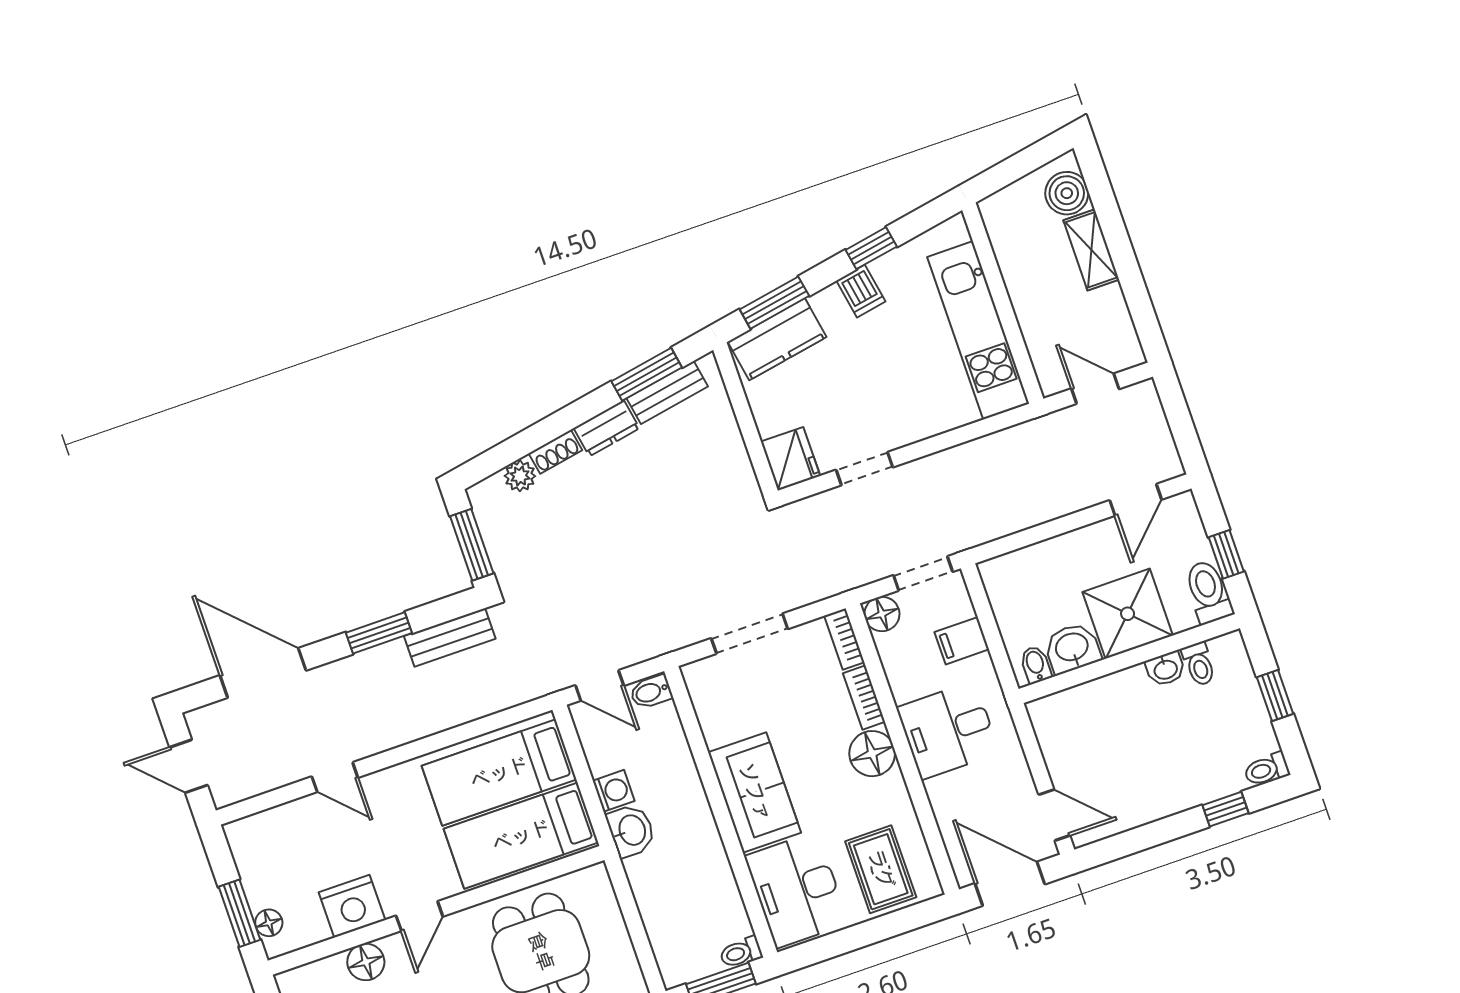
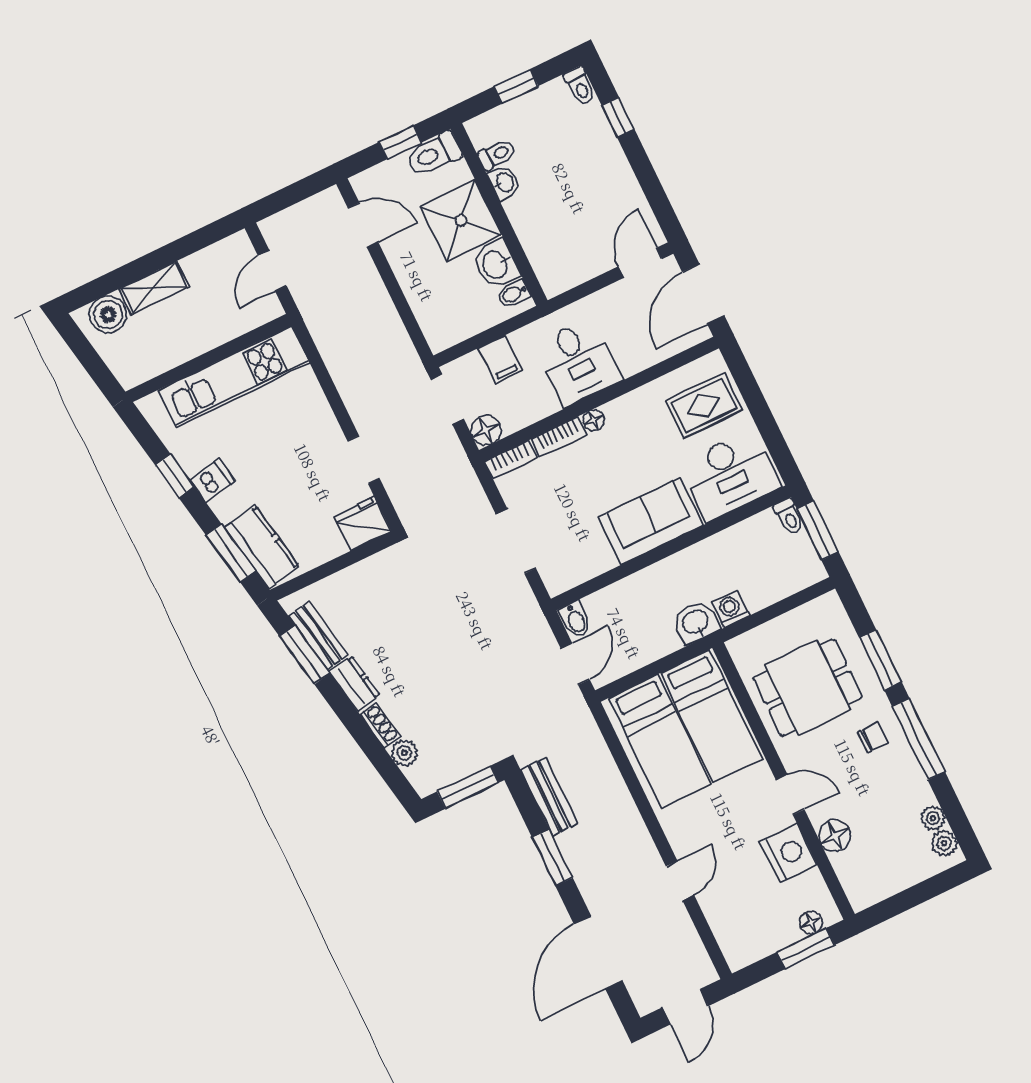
floor lamp: (872, 754) -> (594, 420), width x0.53, depth x0.53
washing machine: (614, 791) -> (731, 609), moved

